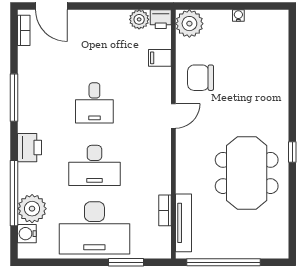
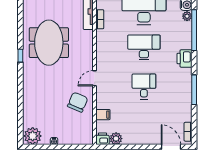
plant: (189, 24) -> (33, 136), moved
chair: (201, 78) -> (78, 102), turned -67
plant: (32, 209) -> (187, 16), width x0.53, depth x0.53

